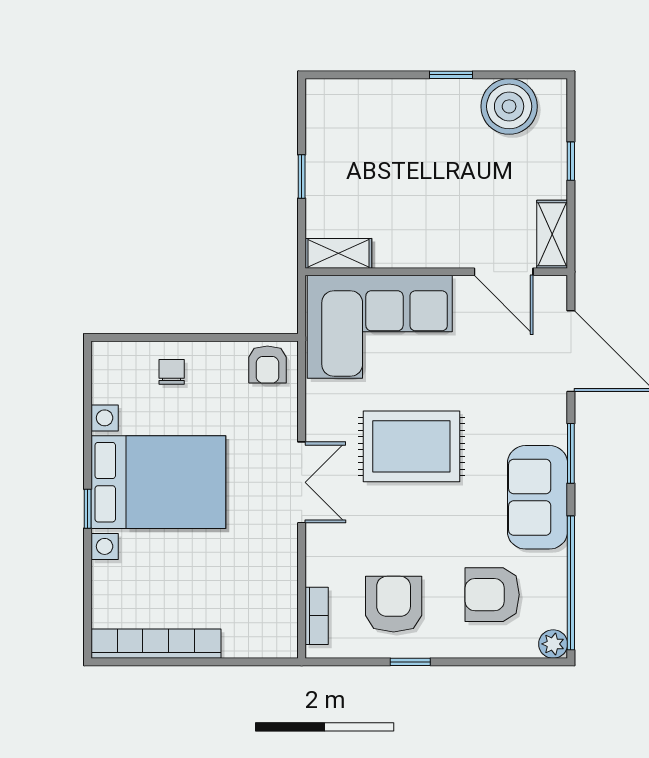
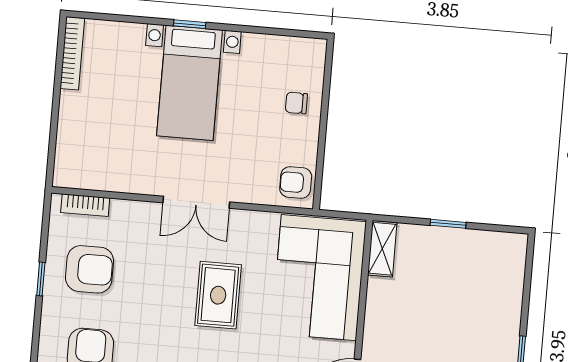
chair: (172, 372) -> (296, 103), turned 180
rug: (411, 446) -> (218, 295), width x0.73, depth x0.70
bed with nightstands: (158, 482) -> (190, 83), width x0.73
bookcase: (156, 644) -> (72, 53), width x0.68, depth x0.76

